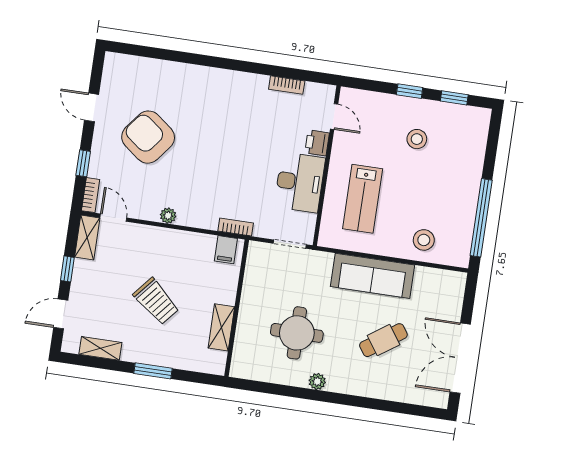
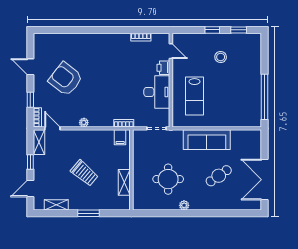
stool: (424, 240) -> (233, 115), removed

